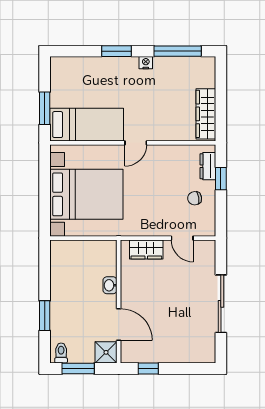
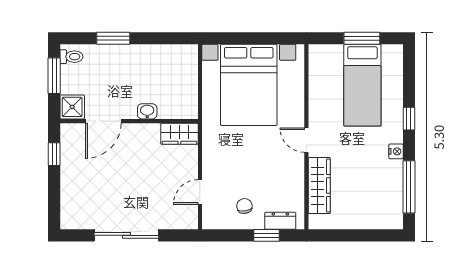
window: (116, 51) -> (409, 119), width x0.67
window: (45, 108) -> (362, 38), moved
wardrobe: (206, 114) -> (319, 186), moved, turned 90
bed: (87, 125) -> (362, 85), moved
wardrobe: (146, 249) -> (179, 134), moved, turned -90

